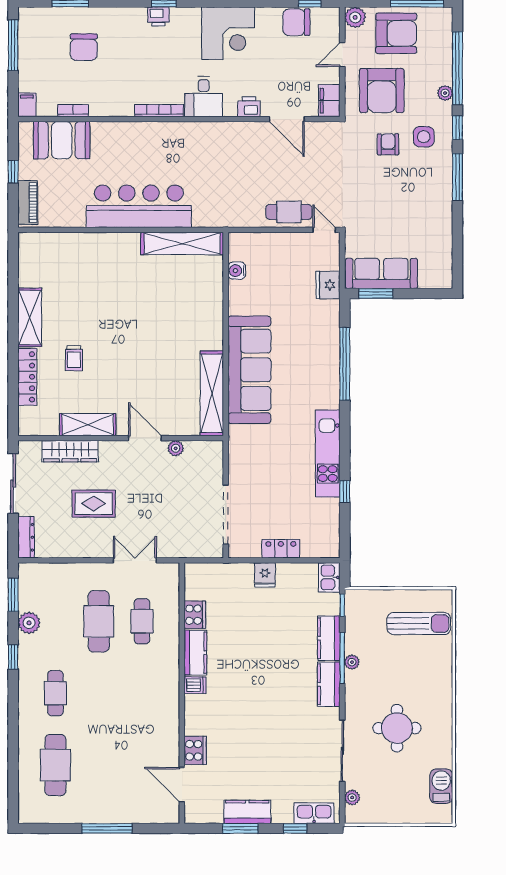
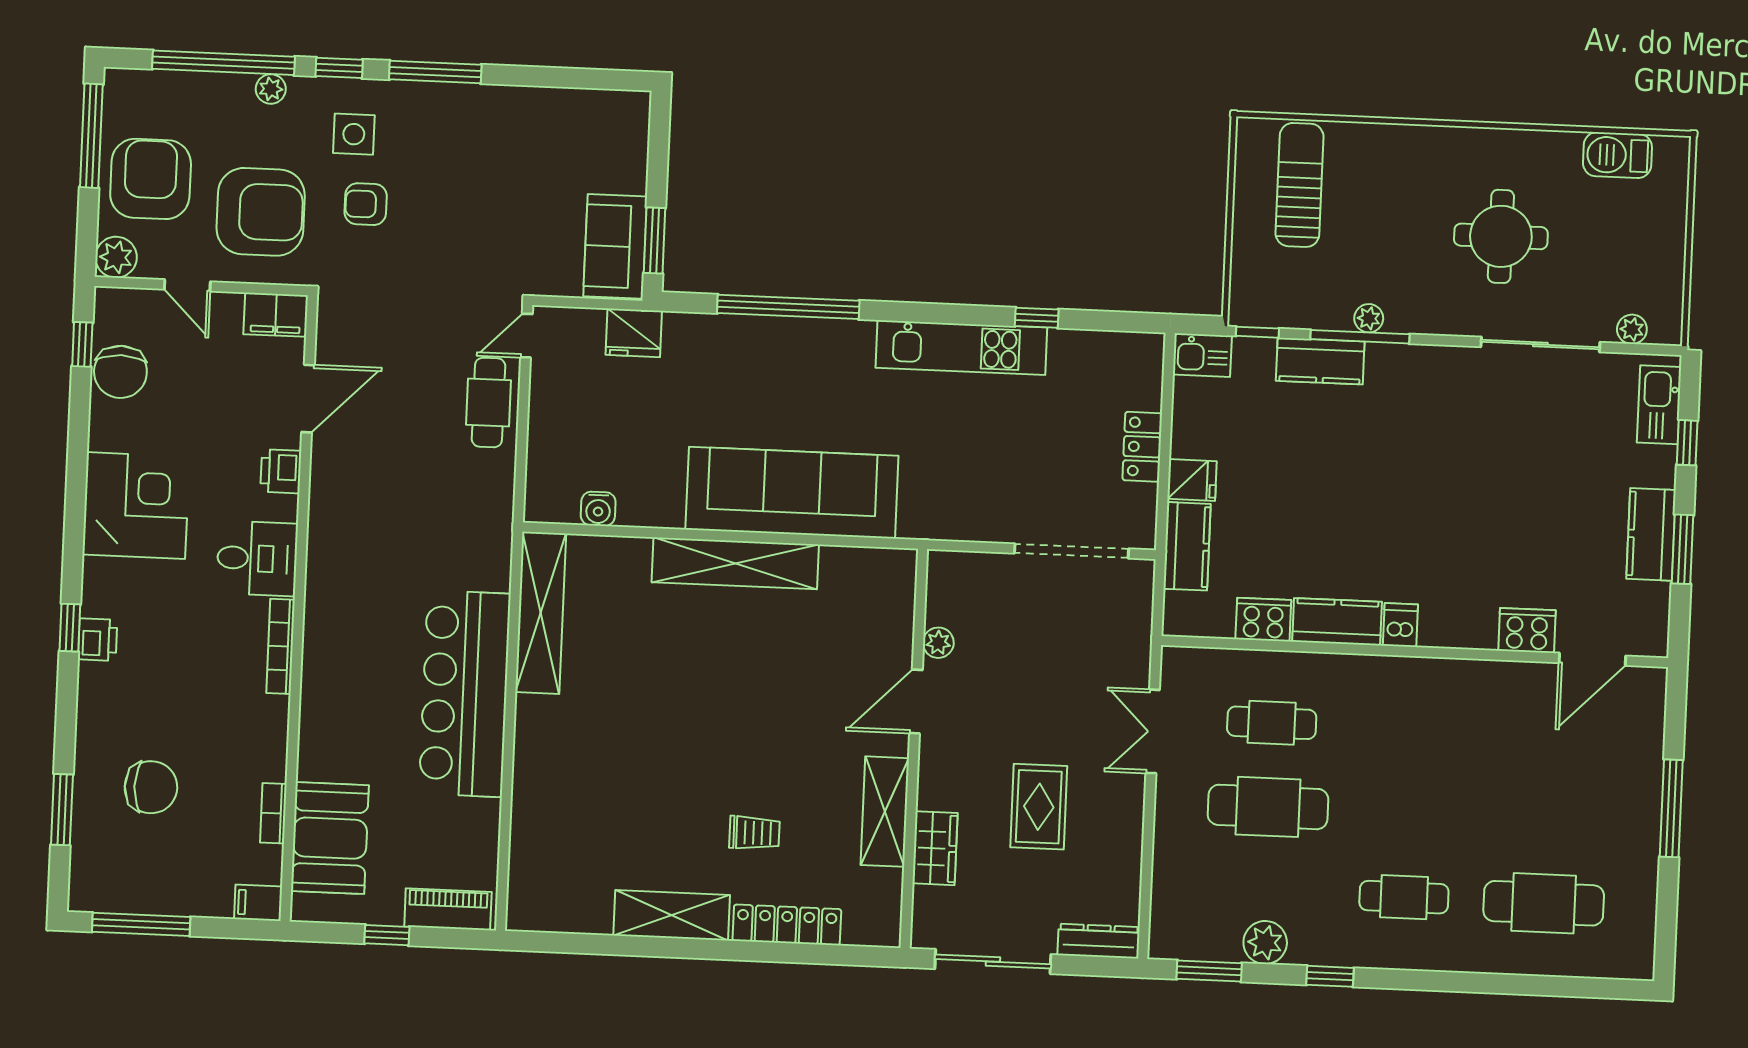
sofa: (381, 273) -> (615, 246), width x0.73
shelving: (212, 393) -> (735, 563), moved
wardrobe: (70, 451) -> (935, 848), width x0.67
kitchen counter: (329, 684) -> (1187, 546), moved, turned -90

